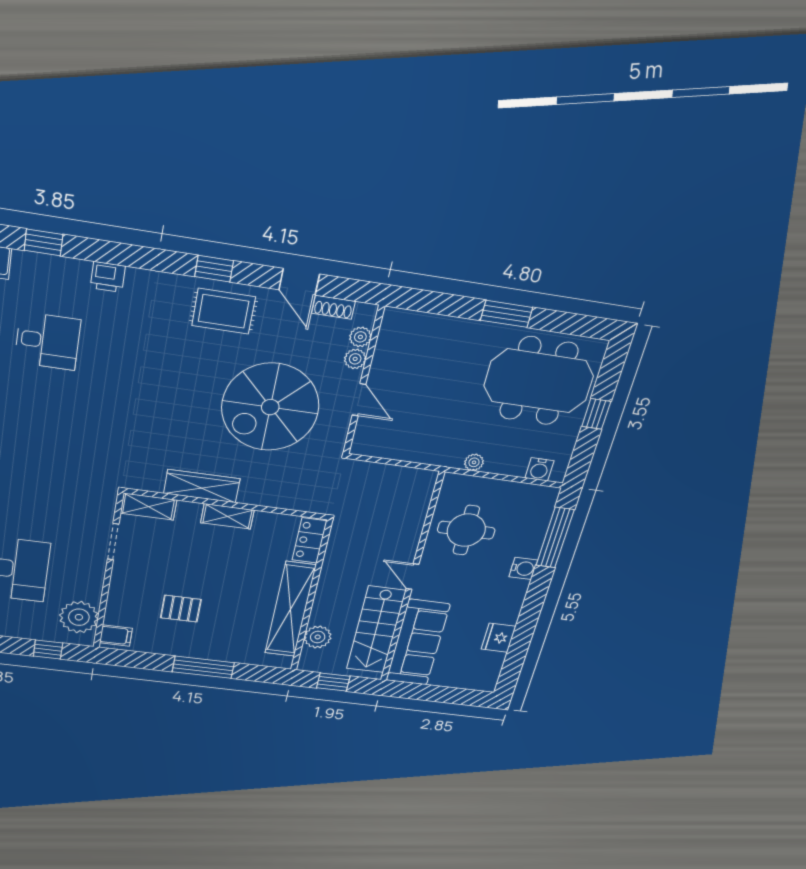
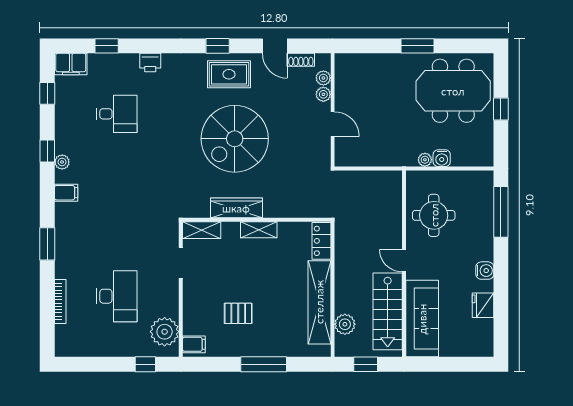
spiral stairs: (270, 407) -> (235, 139), moved
water cooler: (539, 469) -> (442, 158), moved
water cooler: (523, 568) -> (485, 271), moved

